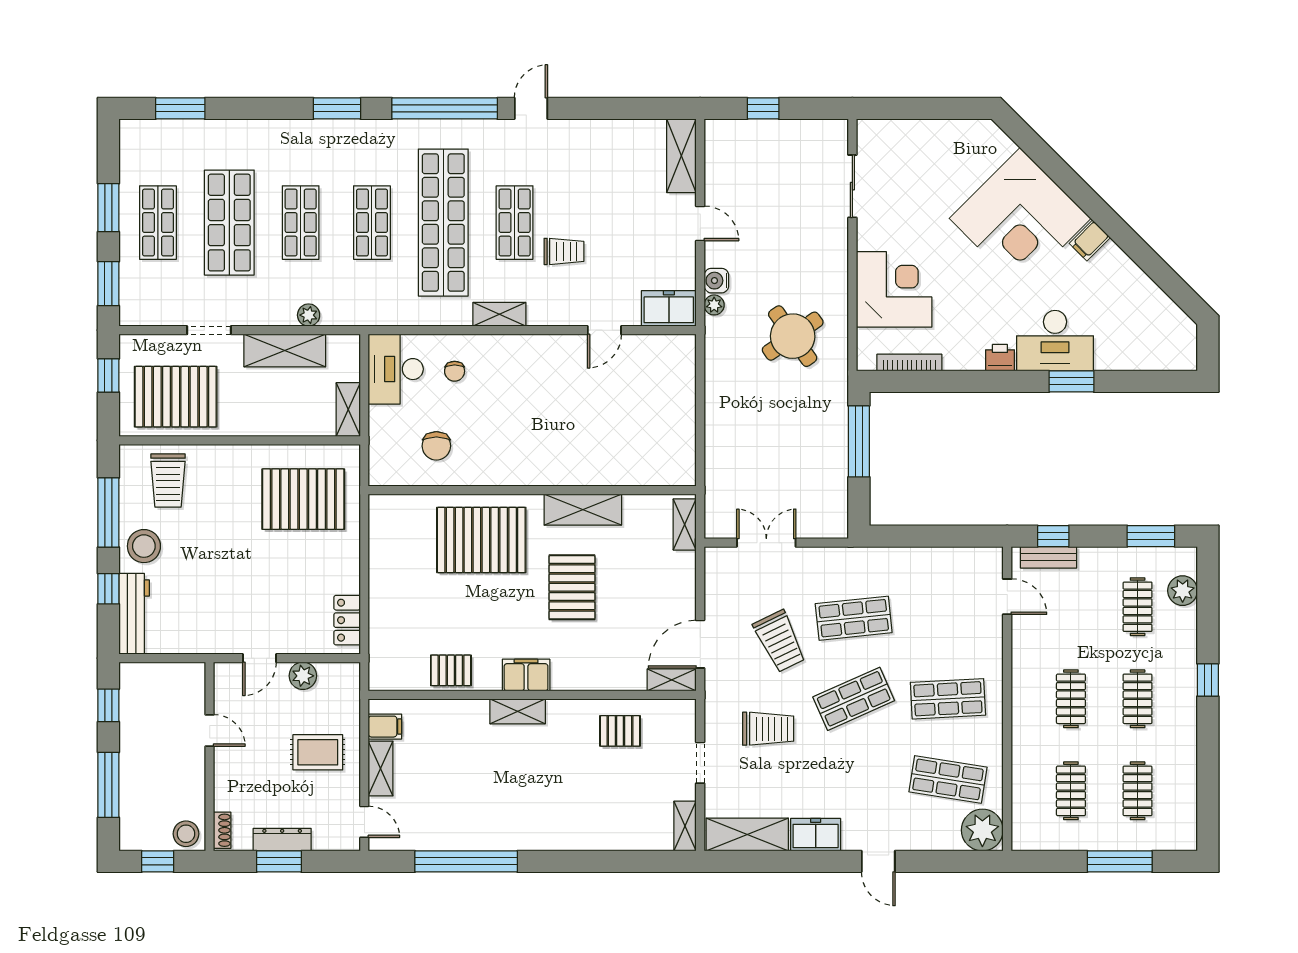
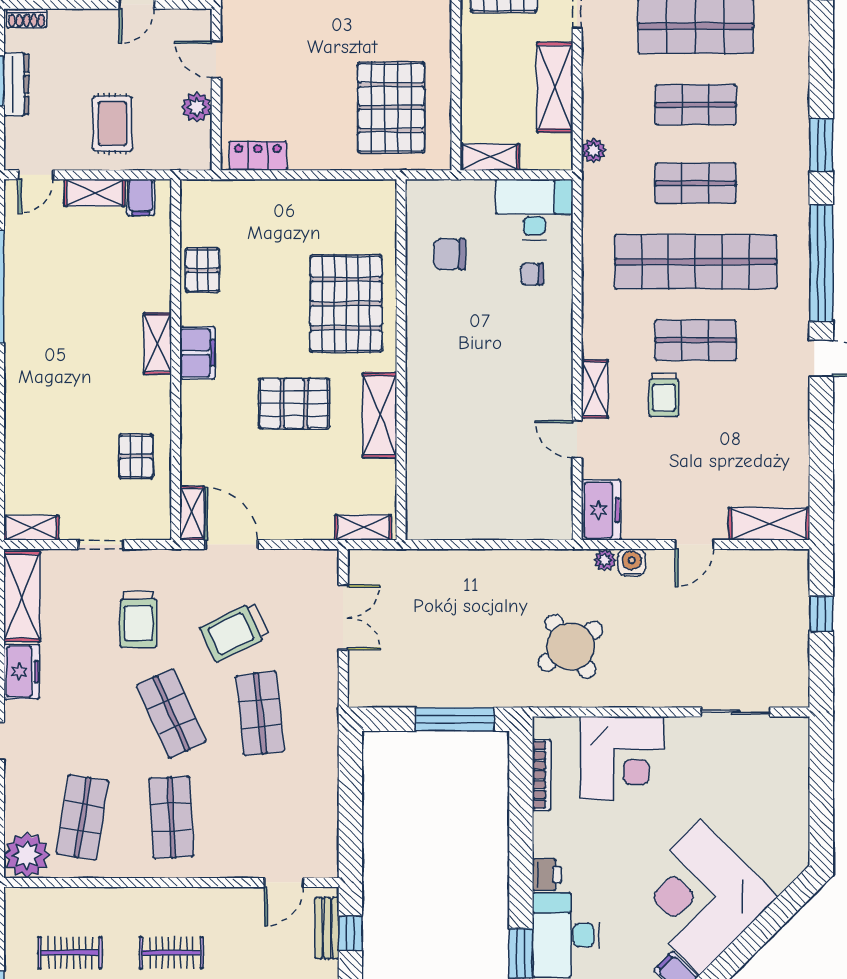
shelving: (499, 314) -> (595, 389), moved
plant: (309, 315) -> (594, 151), moved

